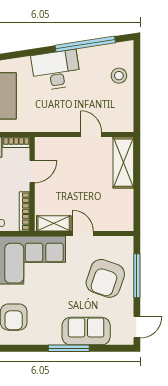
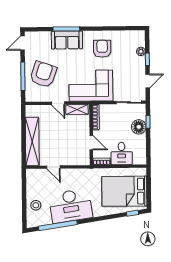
desk: (56, 70) -> (71, 206), width x1.36, depth x1.30
shelving: (123, 163) -> (32, 141), width x1.47
door: (32, 172) -> (91, 143), swing flipped
sofa: (86, 331) -> (67, 40), moved

